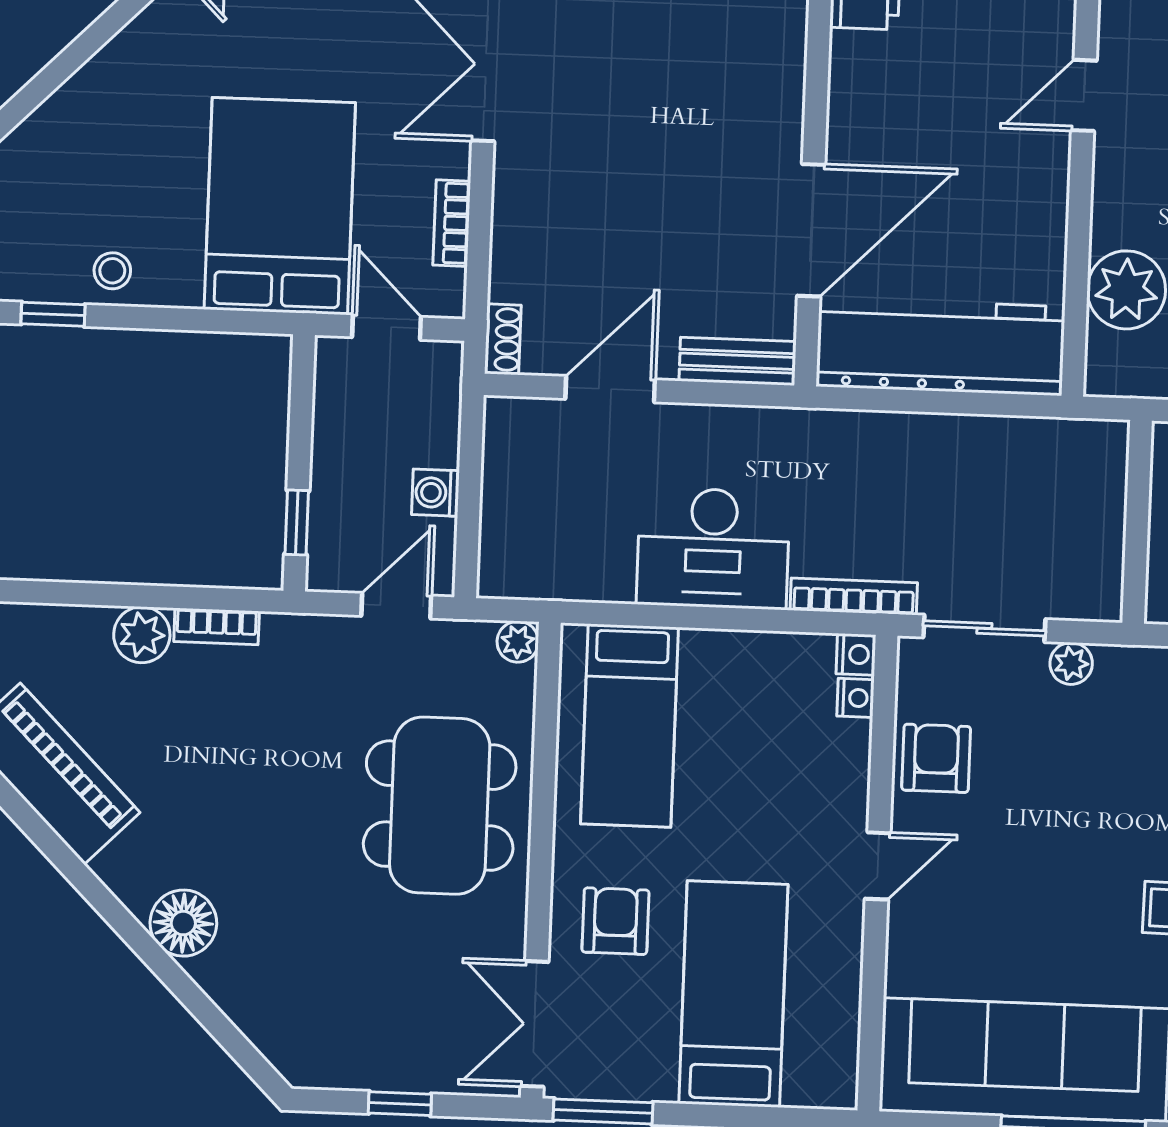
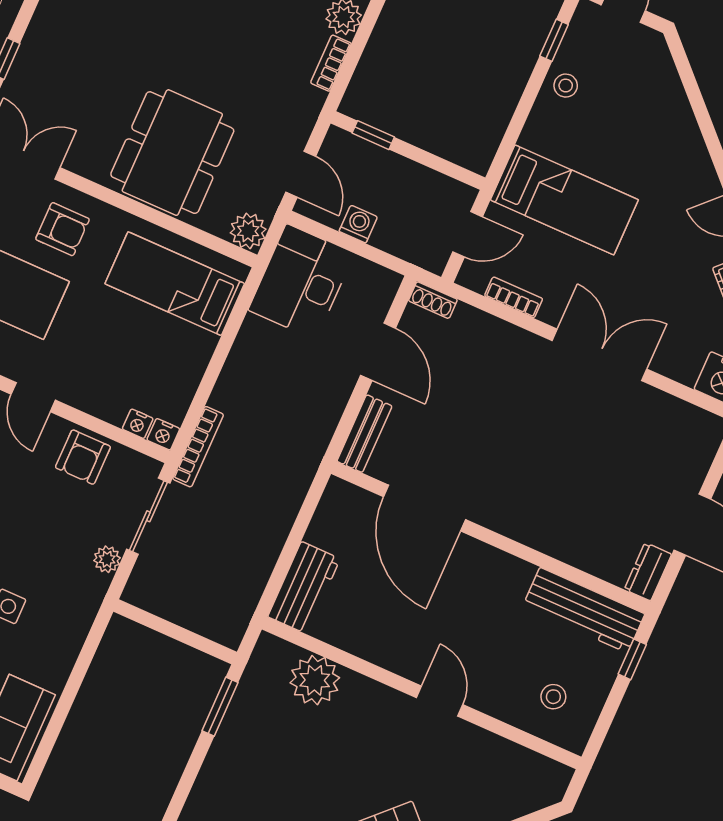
bed: (280, 206) -> (564, 200), width x0.67
workbench: (941, 346) -> (304, 588), width x0.53, depth x0.76
desk: (713, 548) -> (301, 282), moved
plant: (518, 642) -> (248, 231), width x1.38, depth x1.38
armchair: (936, 758) -> (83, 457), turned 90
dining table: (440, 806) -> (172, 153), turned 90

